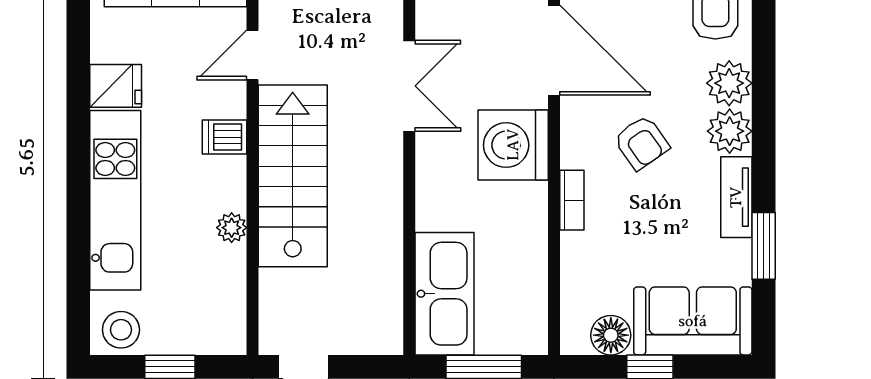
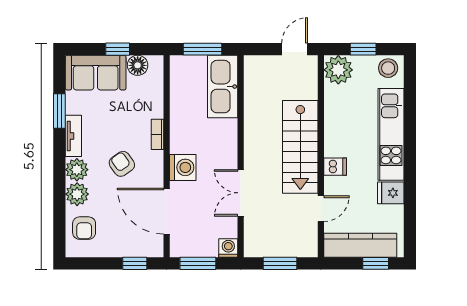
washing machine: (513, 145) -> (183, 167), width x0.73, depth x0.73
plant: (232, 228) -> (338, 70), moved, width x1.88, depth x1.88

